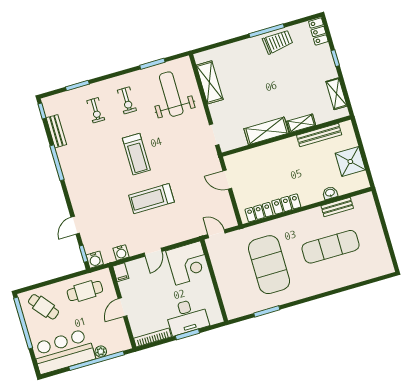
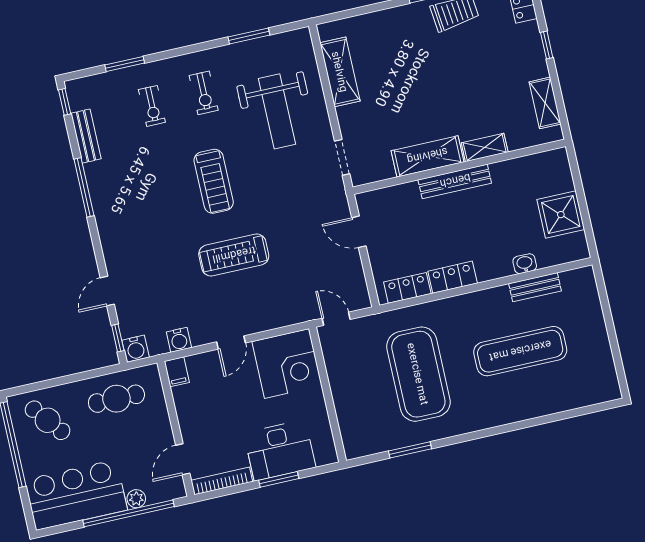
weight bench: (171, 94) -> (277, 111), moved, turned 180
bench: (319, 135) -> (455, 181), moved
door: (122, 307) -> (183, 459), moved

